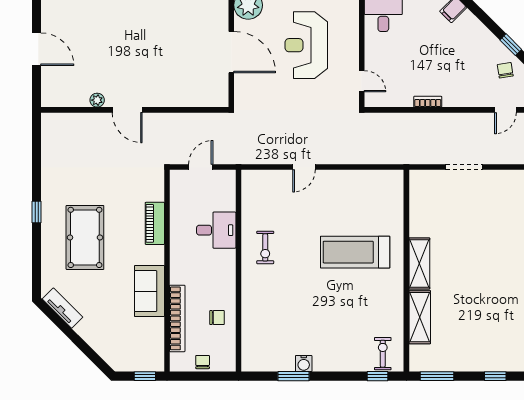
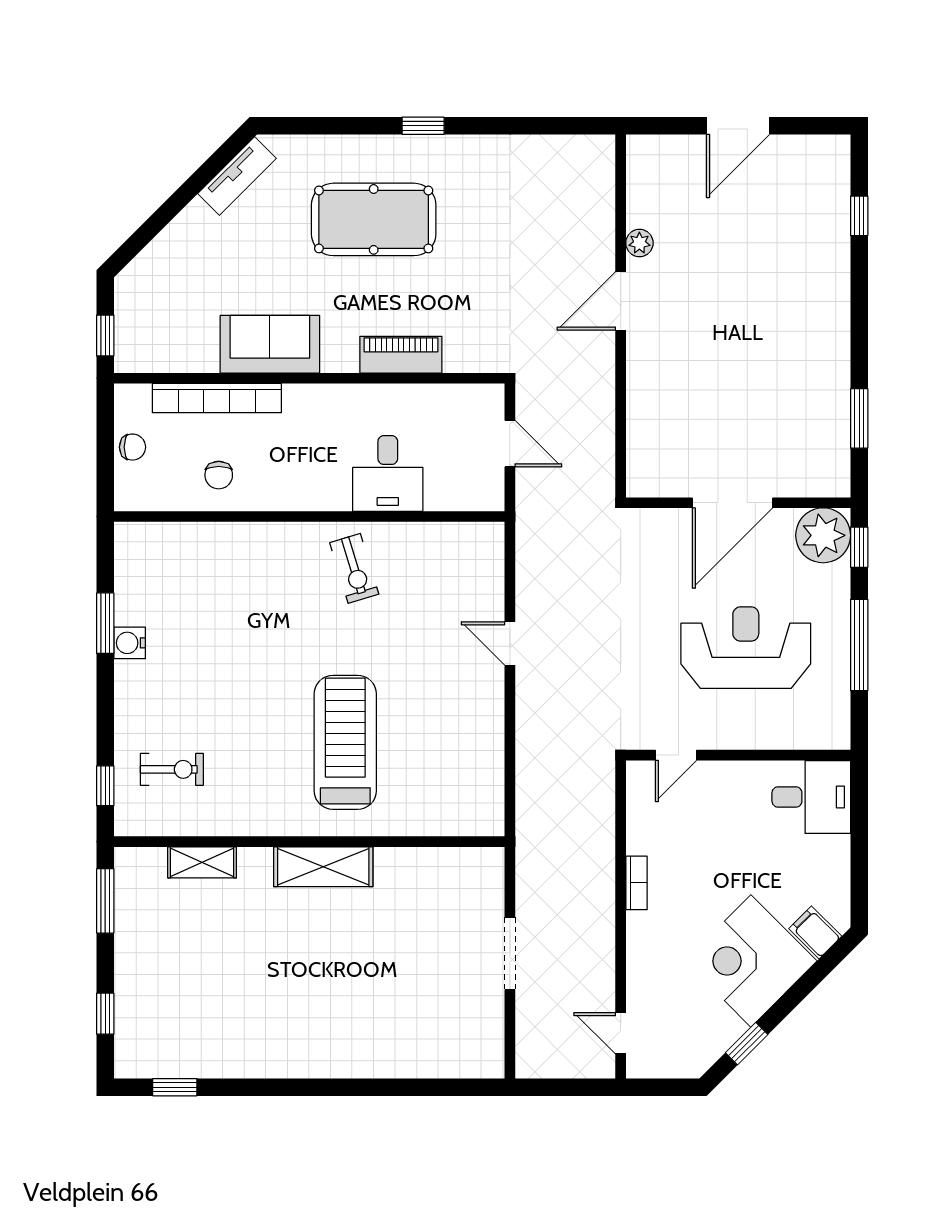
corner desk: (468, 43) -> (751, 961), added
chair: (505, 70) -> (697, 1033), removed
exercise bike: (265, 247) -> (354, 568), turned -107
shelving: (420, 317) -> (202, 862), width x0.67, depth x0.75
exercise bike: (383, 354) -> (172, 769), moved

